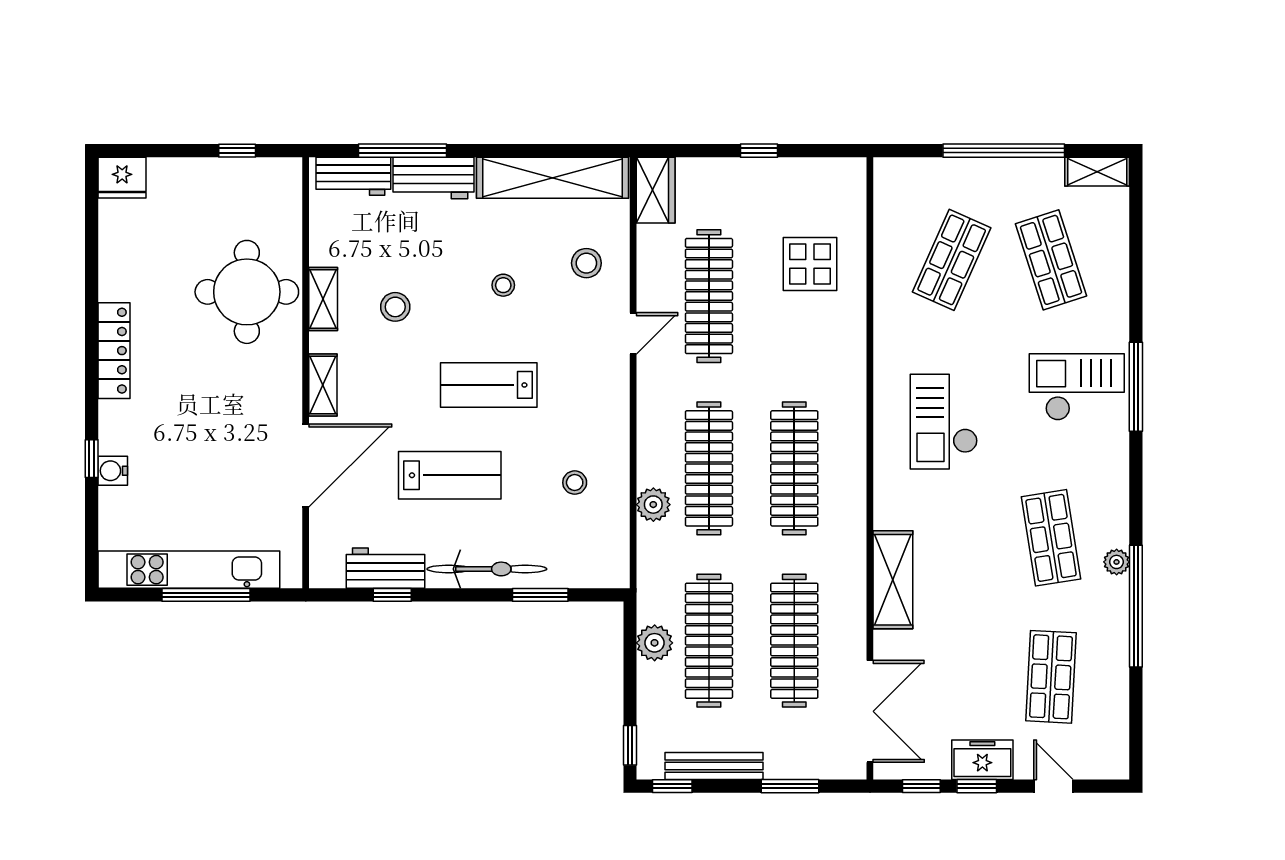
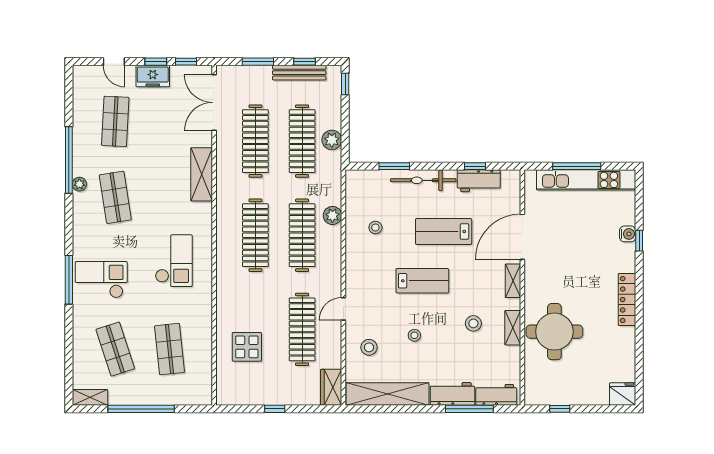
shop shelf: (952, 260) -> (169, 349), turned -30
checkout: (1077, 387) -> (101, 280), turned 180
window: (672, 786) -> (305, 62), moved

